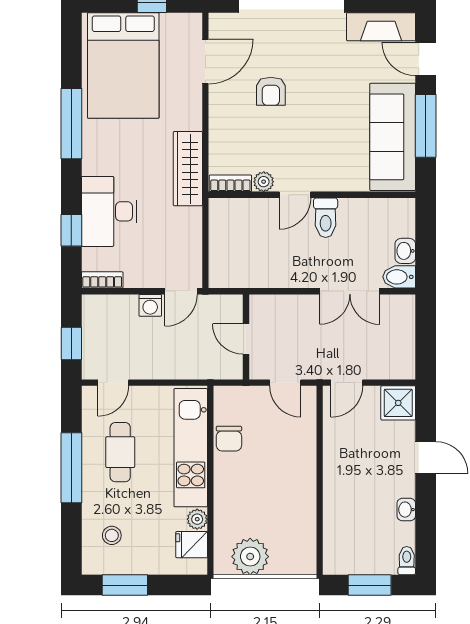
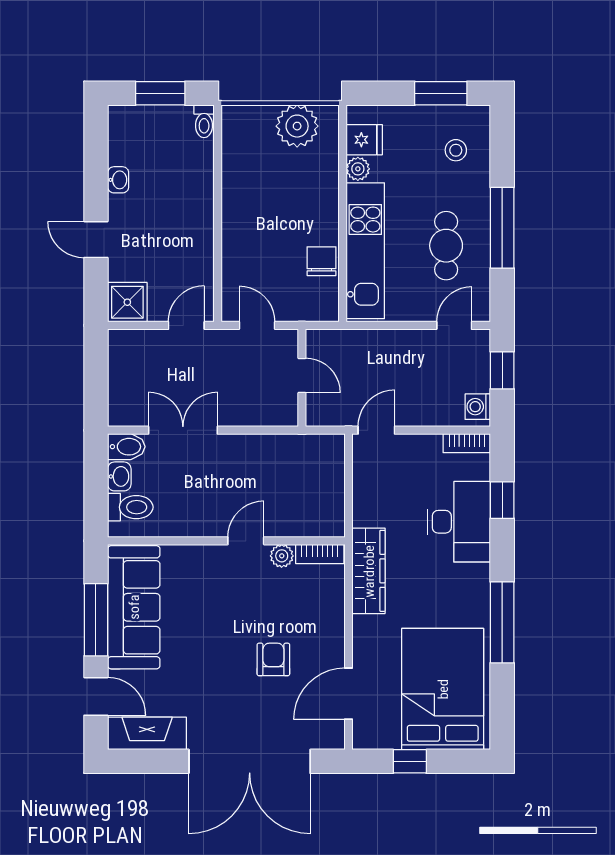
toilet: (326, 218) -> (130, 507), moved, turned 90
washing machine: (150, 305) -> (478, 407), moved, turned -90
toilet: (407, 561) -> (204, 121), moved

